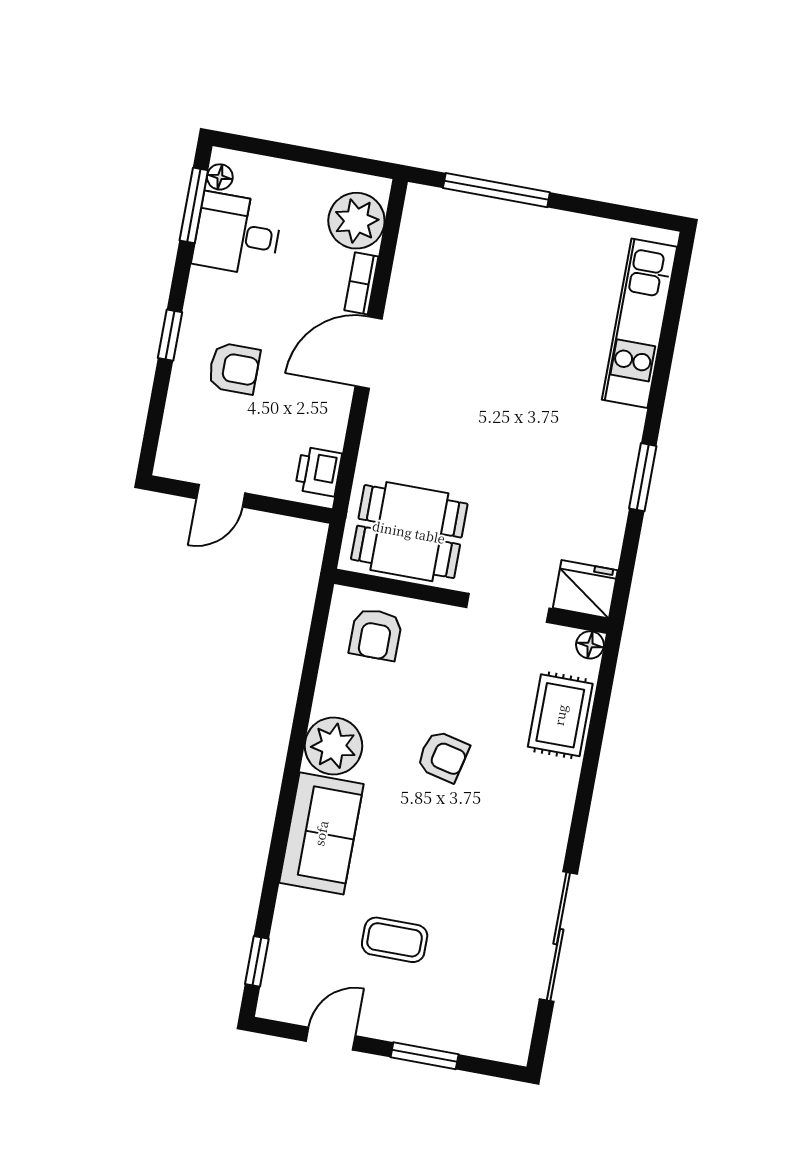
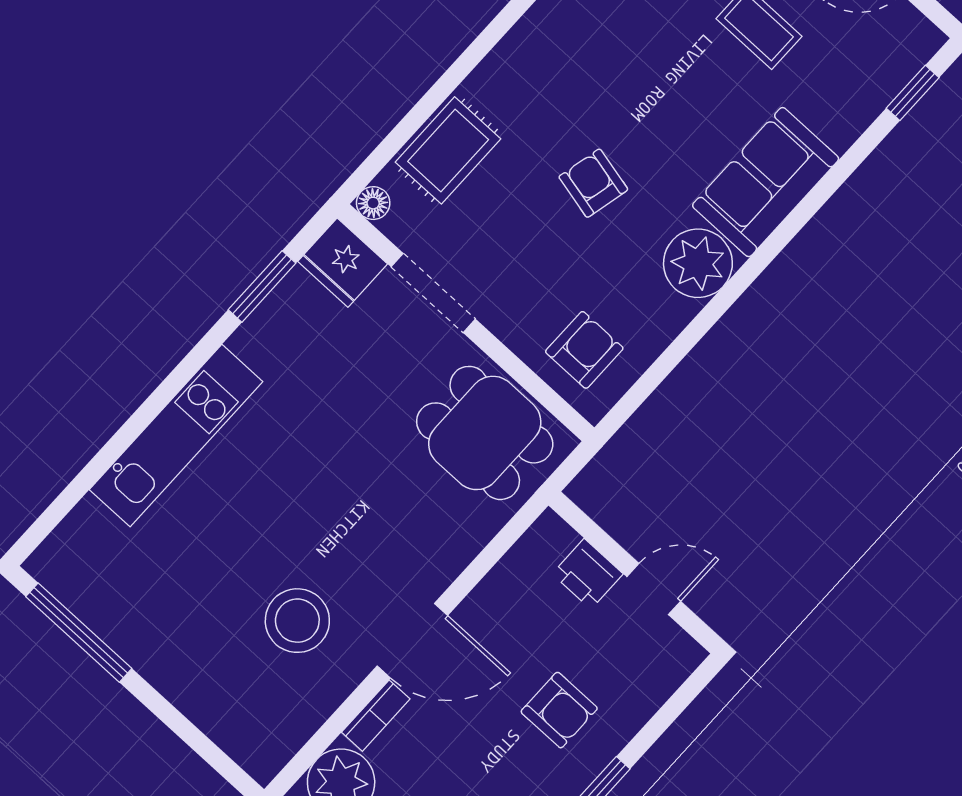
window: (496, 190) -> (79, 633), moved
stool: (459, 316) -> (297, 621), added
kitchen unit: (639, 323) -> (176, 436), moved
armchair: (234, 368) -> (559, 710), turned 180
printer: (319, 471) -> (588, 574), moved, turned 90
window: (643, 477) -> (262, 286), moved

